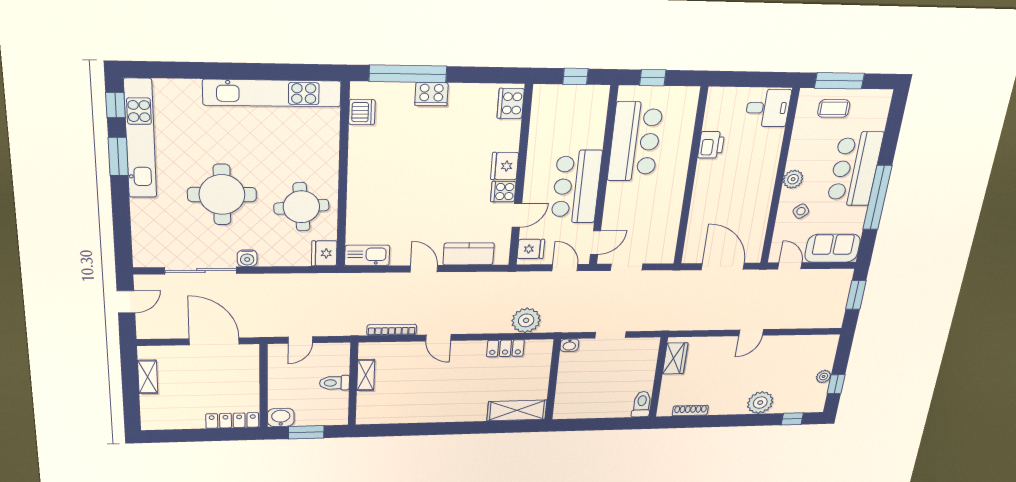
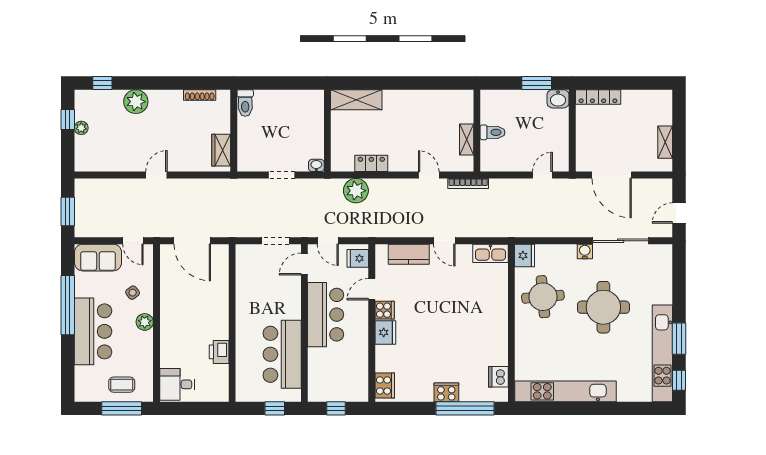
shelving: (366, 375) -> (467, 140), moved
toilet: (334, 383) -> (493, 132), moved
wall: (353, 384) -> (477, 131), moved

